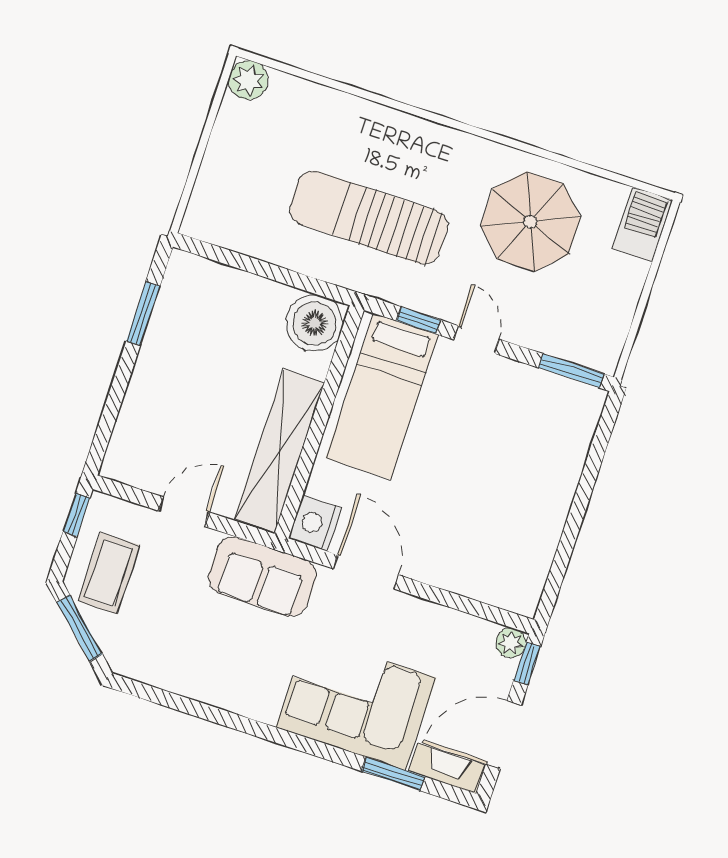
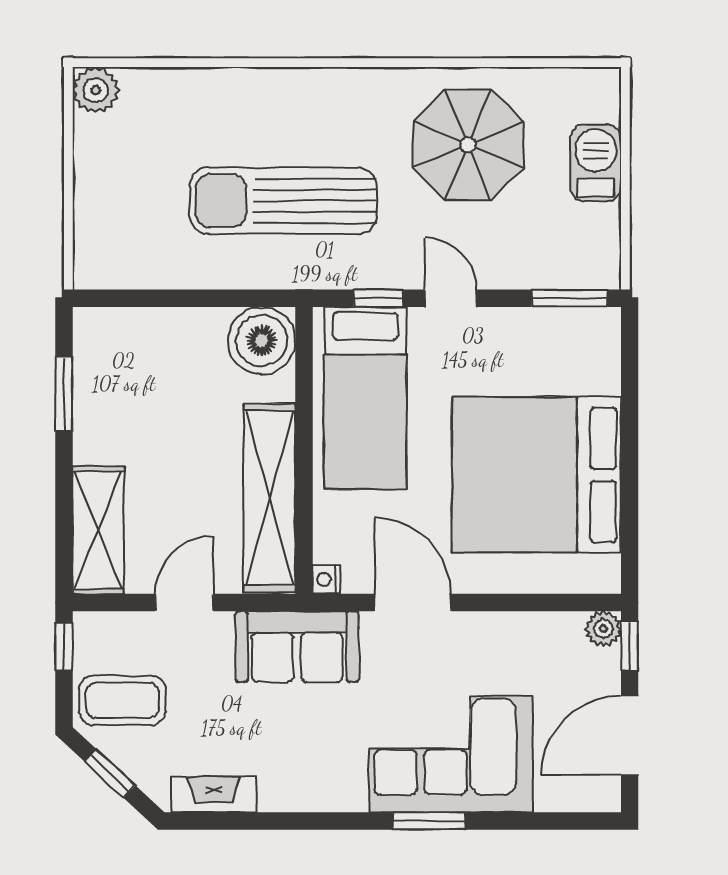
barbecue: (642, 224) -> (596, 163), moved
shelving: (134, 431) -> (98, 530), added
bed: (498, 503) -> (536, 475), added
nightstand: (315, 523) -> (326, 579), width x0.53, depth x0.56
coffee table: (109, 573) -> (122, 700), turned 90
window: (80, 628) -> (110, 773), width x0.67
fireplace: (447, 768) -> (214, 795), moved
window: (393, 774) -> (429, 821), moved

